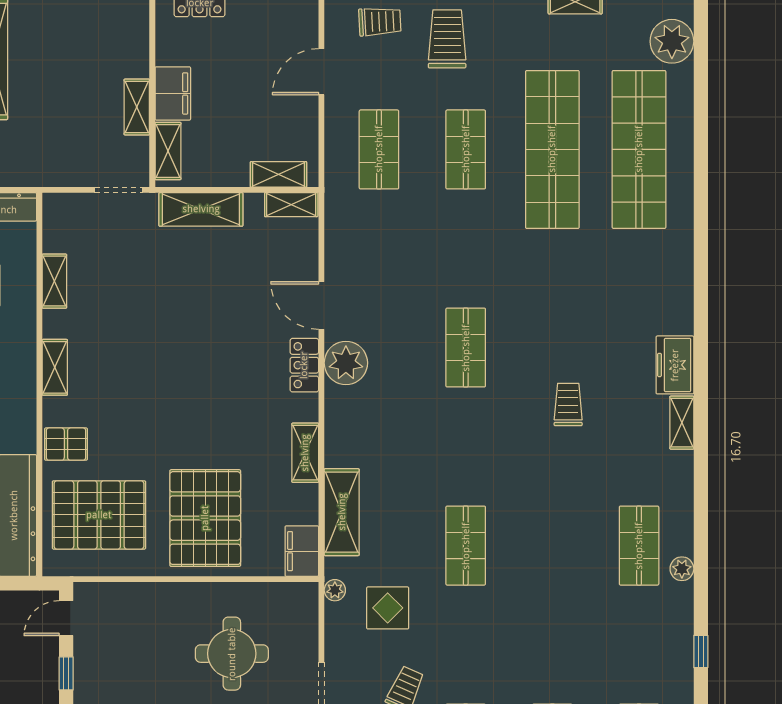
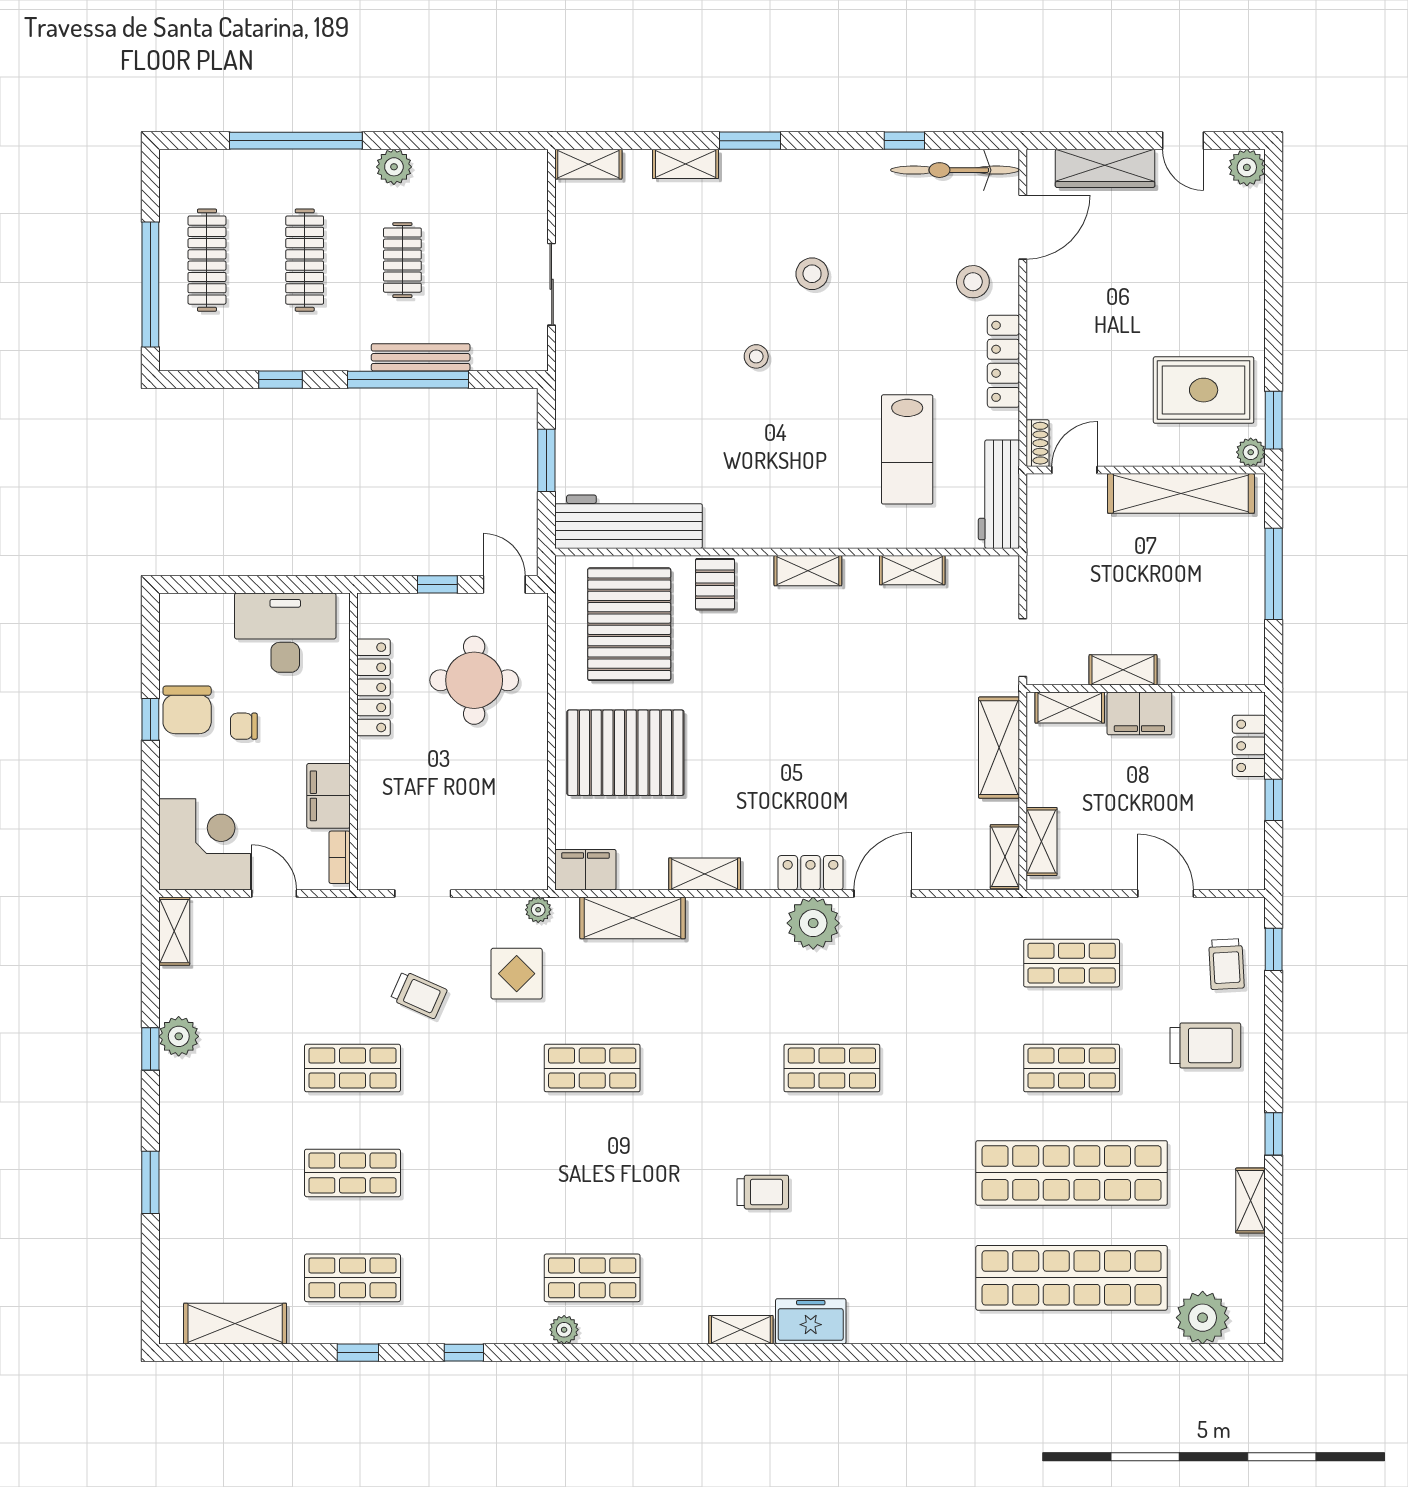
round table: (232, 654) -> (474, 680), moved

